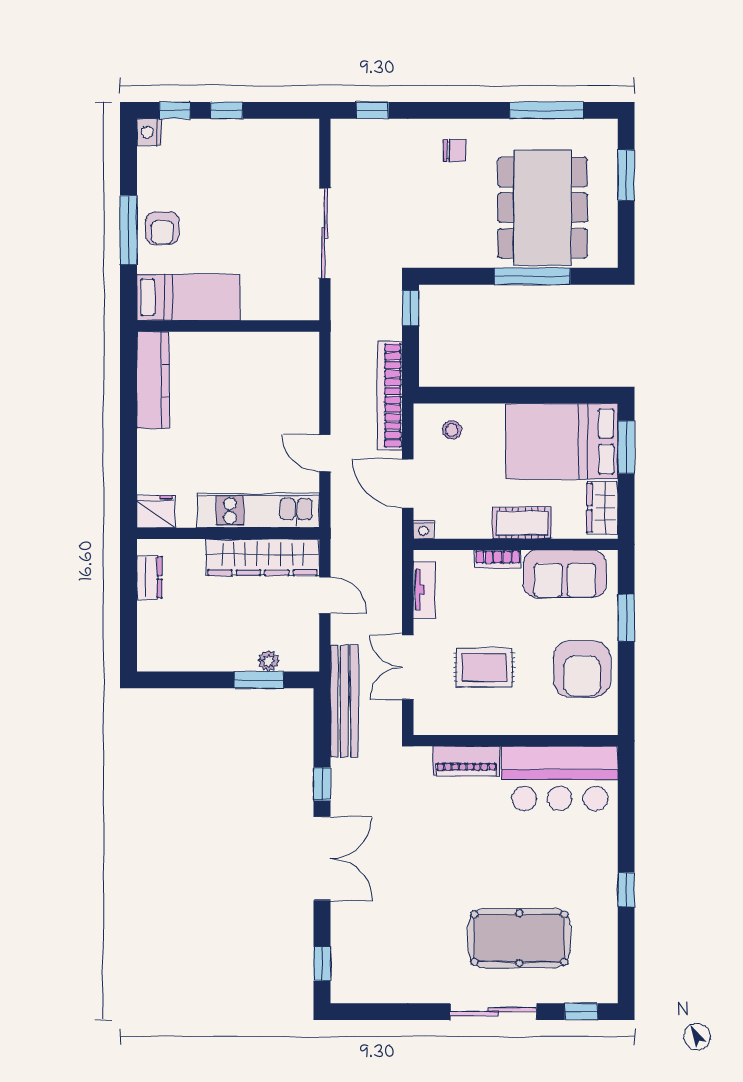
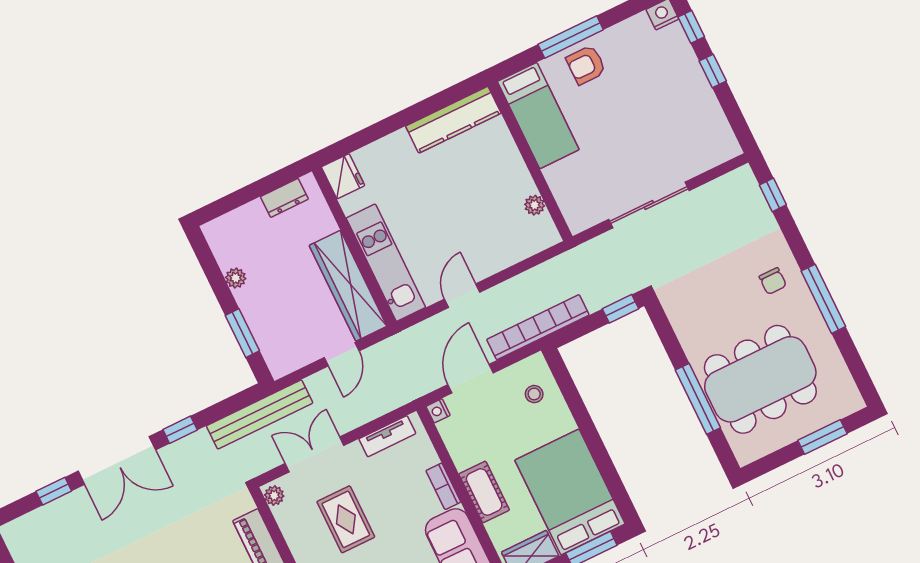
window: (546, 110) -> (823, 299), moved
plant: (272, 342) -> (535, 205), added
plant: (268, 661) -> (236, 278), moved
plant: (428, 725) -> (274, 496), added
window: (322, 964) -> (54, 491), moved

